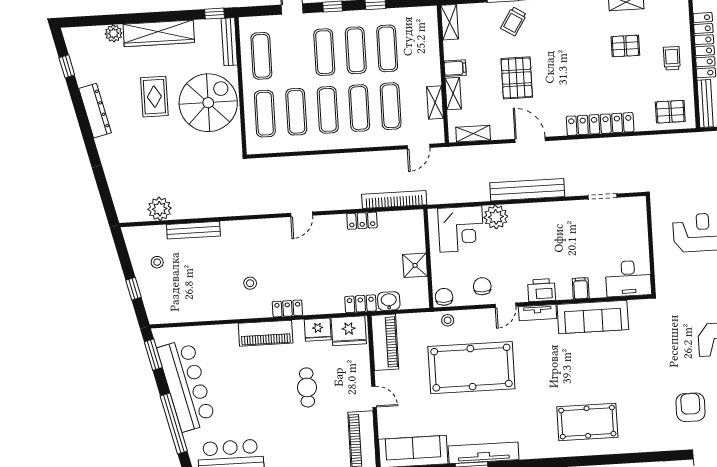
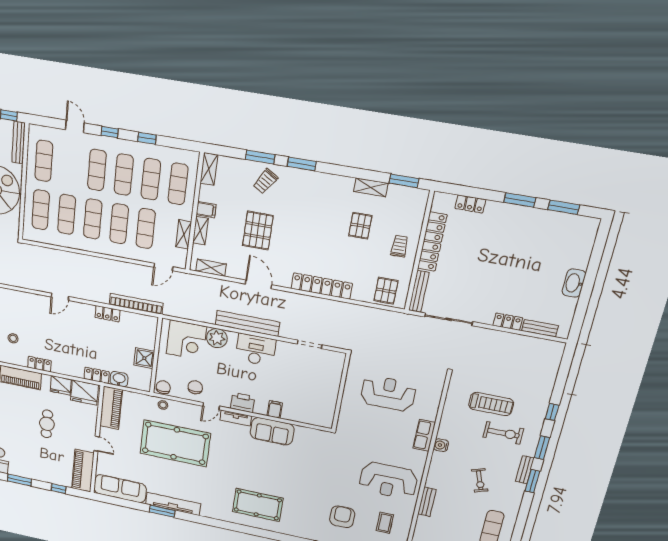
pallet: (625, 46) -> (360, 226), turned 90
exercise mat: (419, 47) -> (178, 184), added
pallet: (670, 112) -> (386, 291), turned 90
desk: (628, 278) -> (256, 350), moved, turned 180
sofa: (593, 317) -> (272, 431), width x0.73

